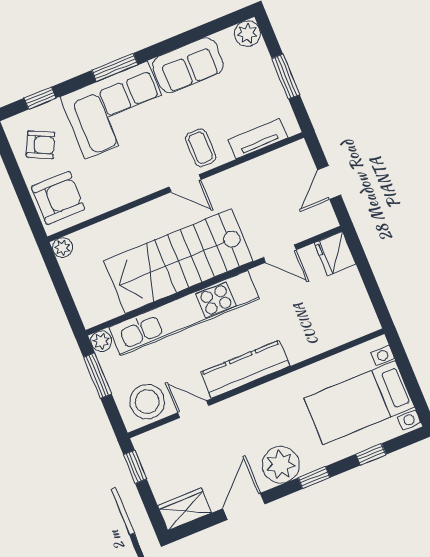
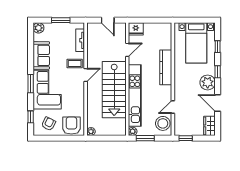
kitchen counter: (245, 369) -> (166, 67), moved

